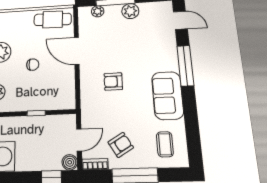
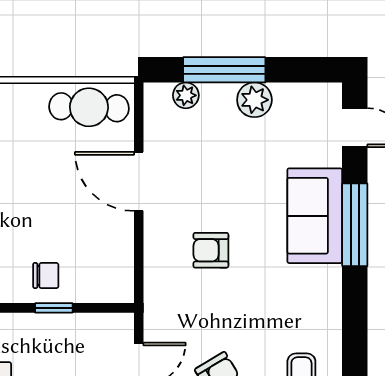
chair: (33, 65) -> (46, 276), moved
sofa: (167, 95) -> (315, 216), moved

